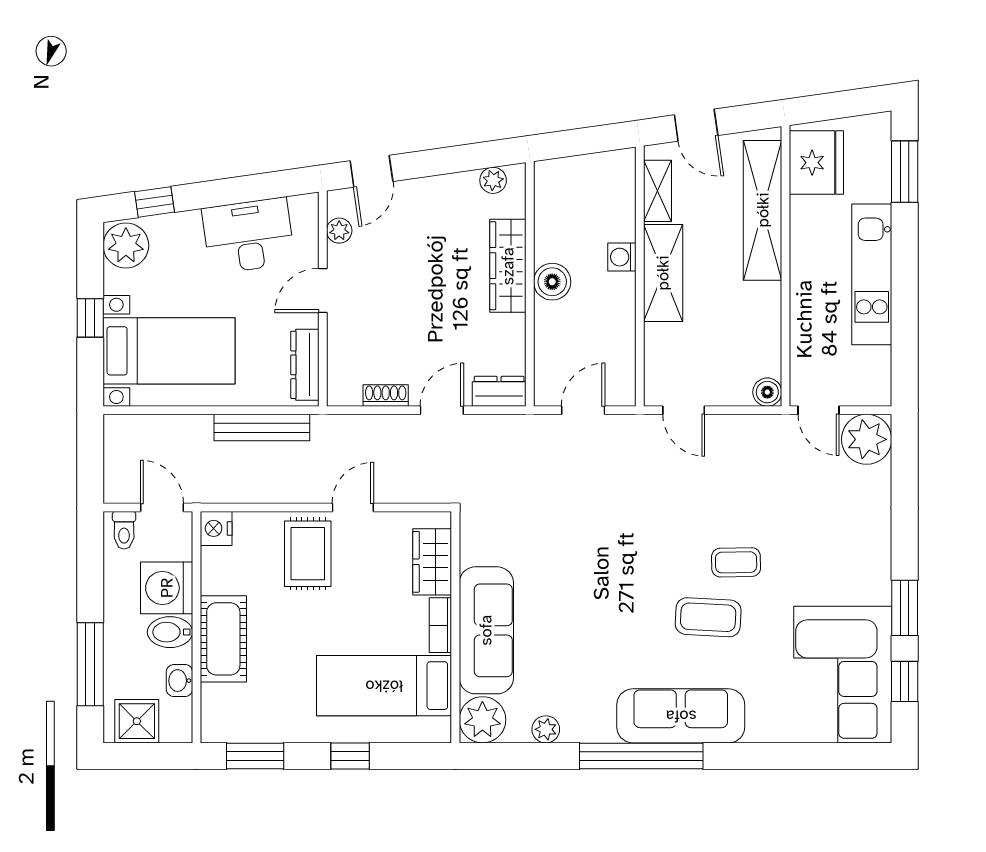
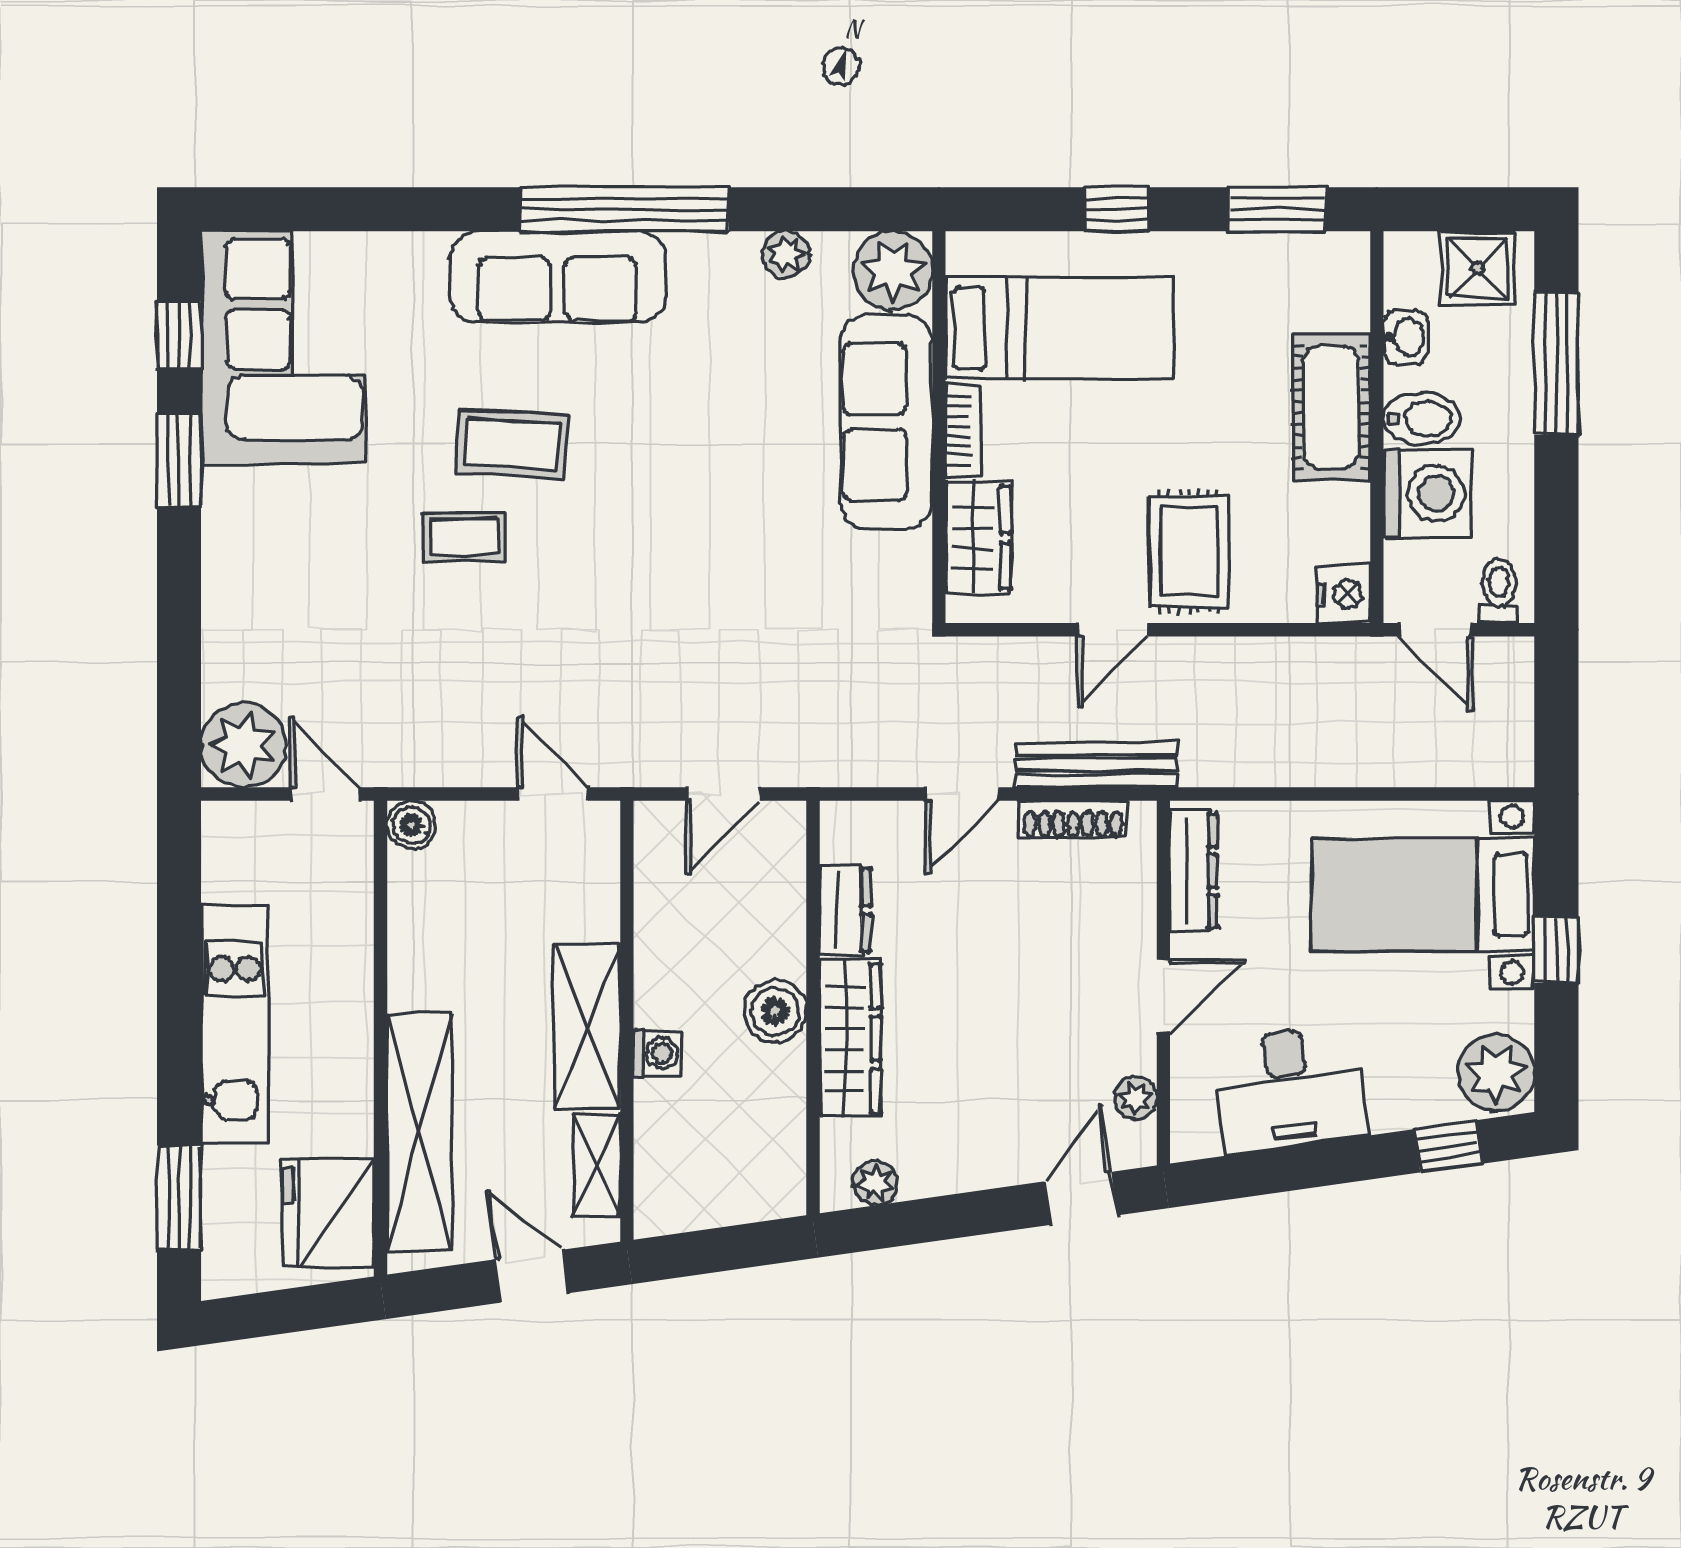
dresser: (499, 391) -> (845, 910), moved, turned -90
shoe rack: (386, 395) -> (1073, 819), width x1.43
bench: (262, 428) -> (1096, 765), moved

